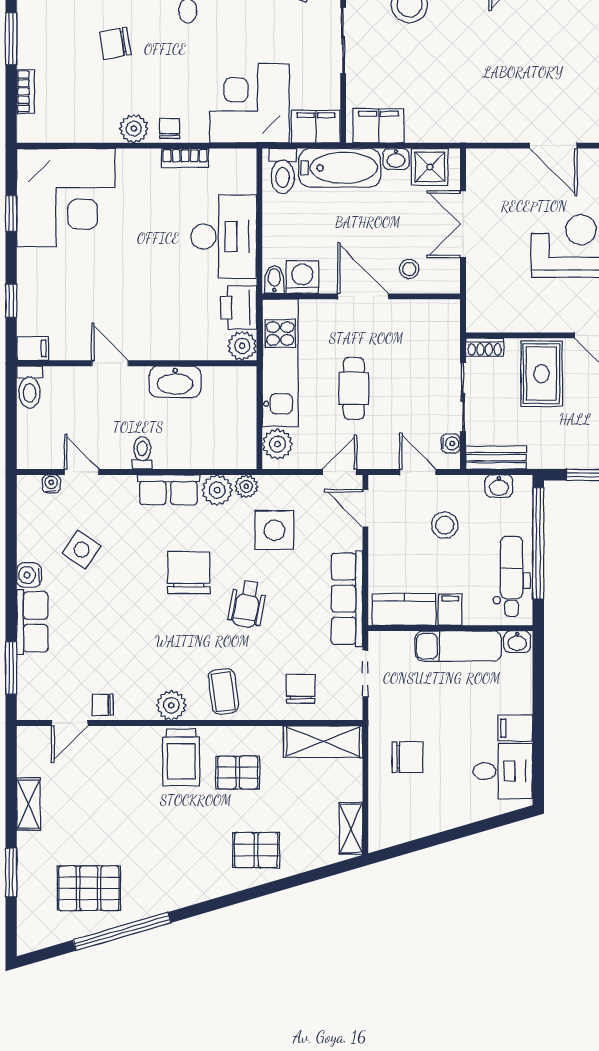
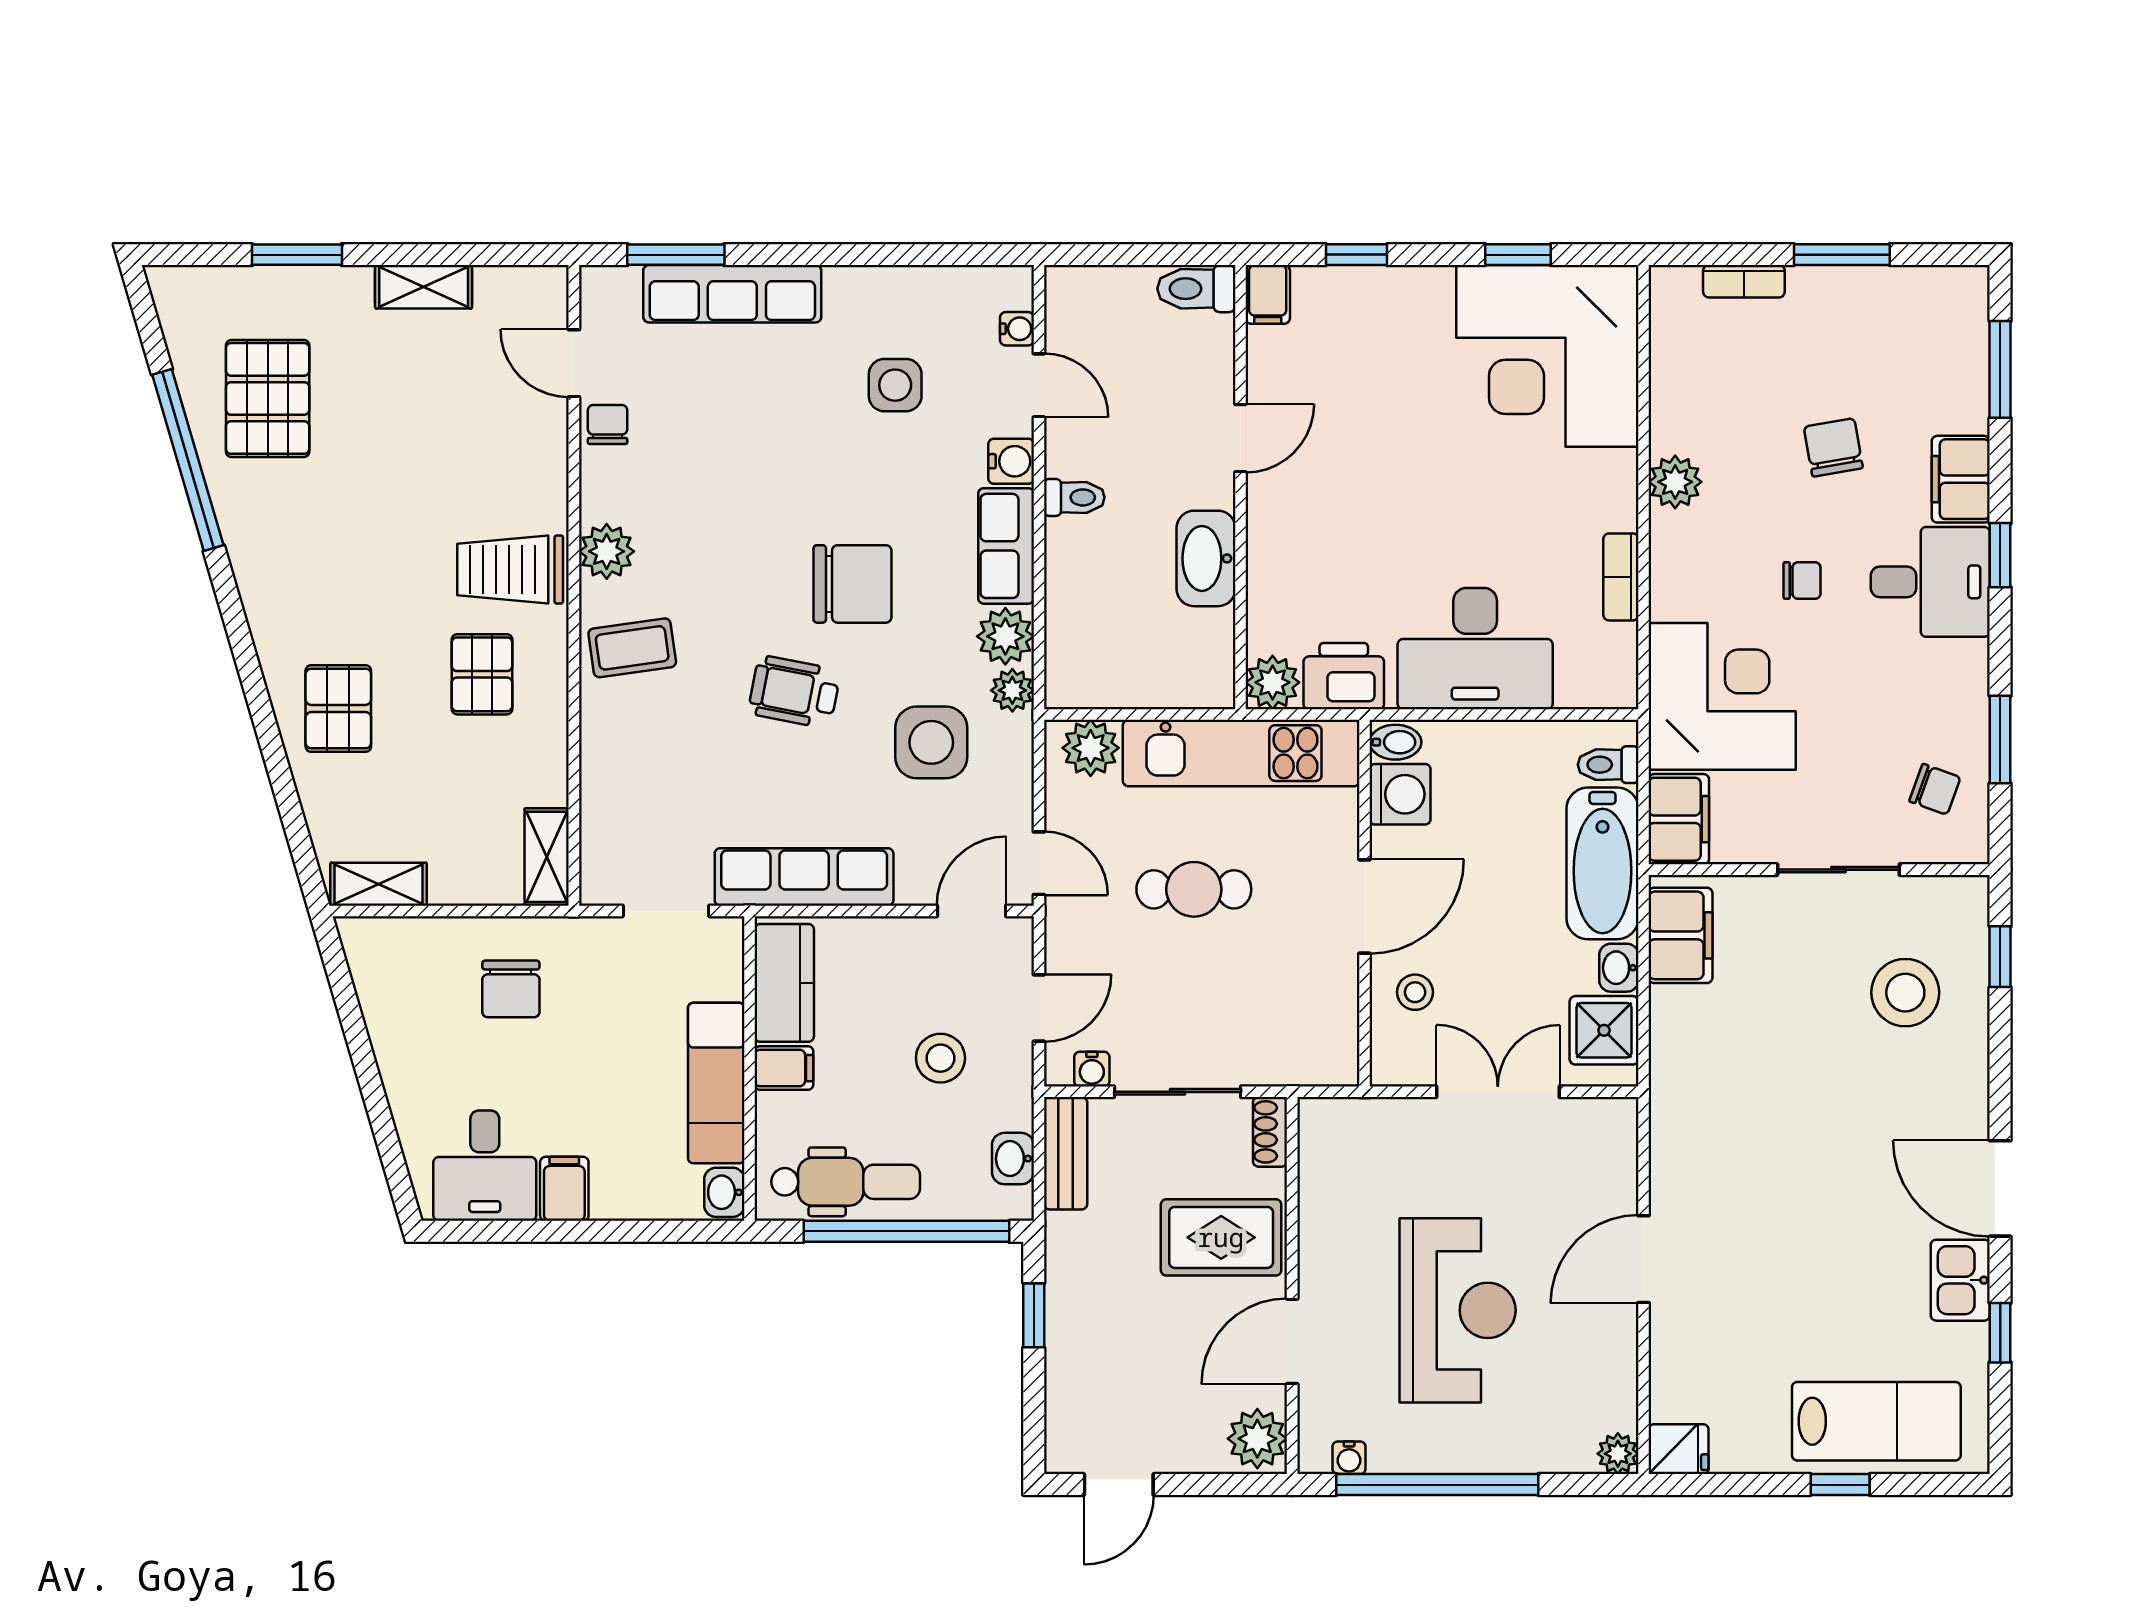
chair: (169, 129) -> (1802, 581), moved
toilet: (283, 171) -> (1608, 765), width x0.73, depth x0.72
door: (82, 472) -> (1039, 385), hinge flipped
side table: (82, 550) -> (895, 385), turned -34
water cooler: (29, 575) -> (1011, 461), moved, turned 90
row of seats: (32, 622) -> (732, 294), width x1.48
chair: (301, 689) -> (637, 791), removed
shelving: (323, 742) -> (547, 857), width x0.67, depth x0.75

